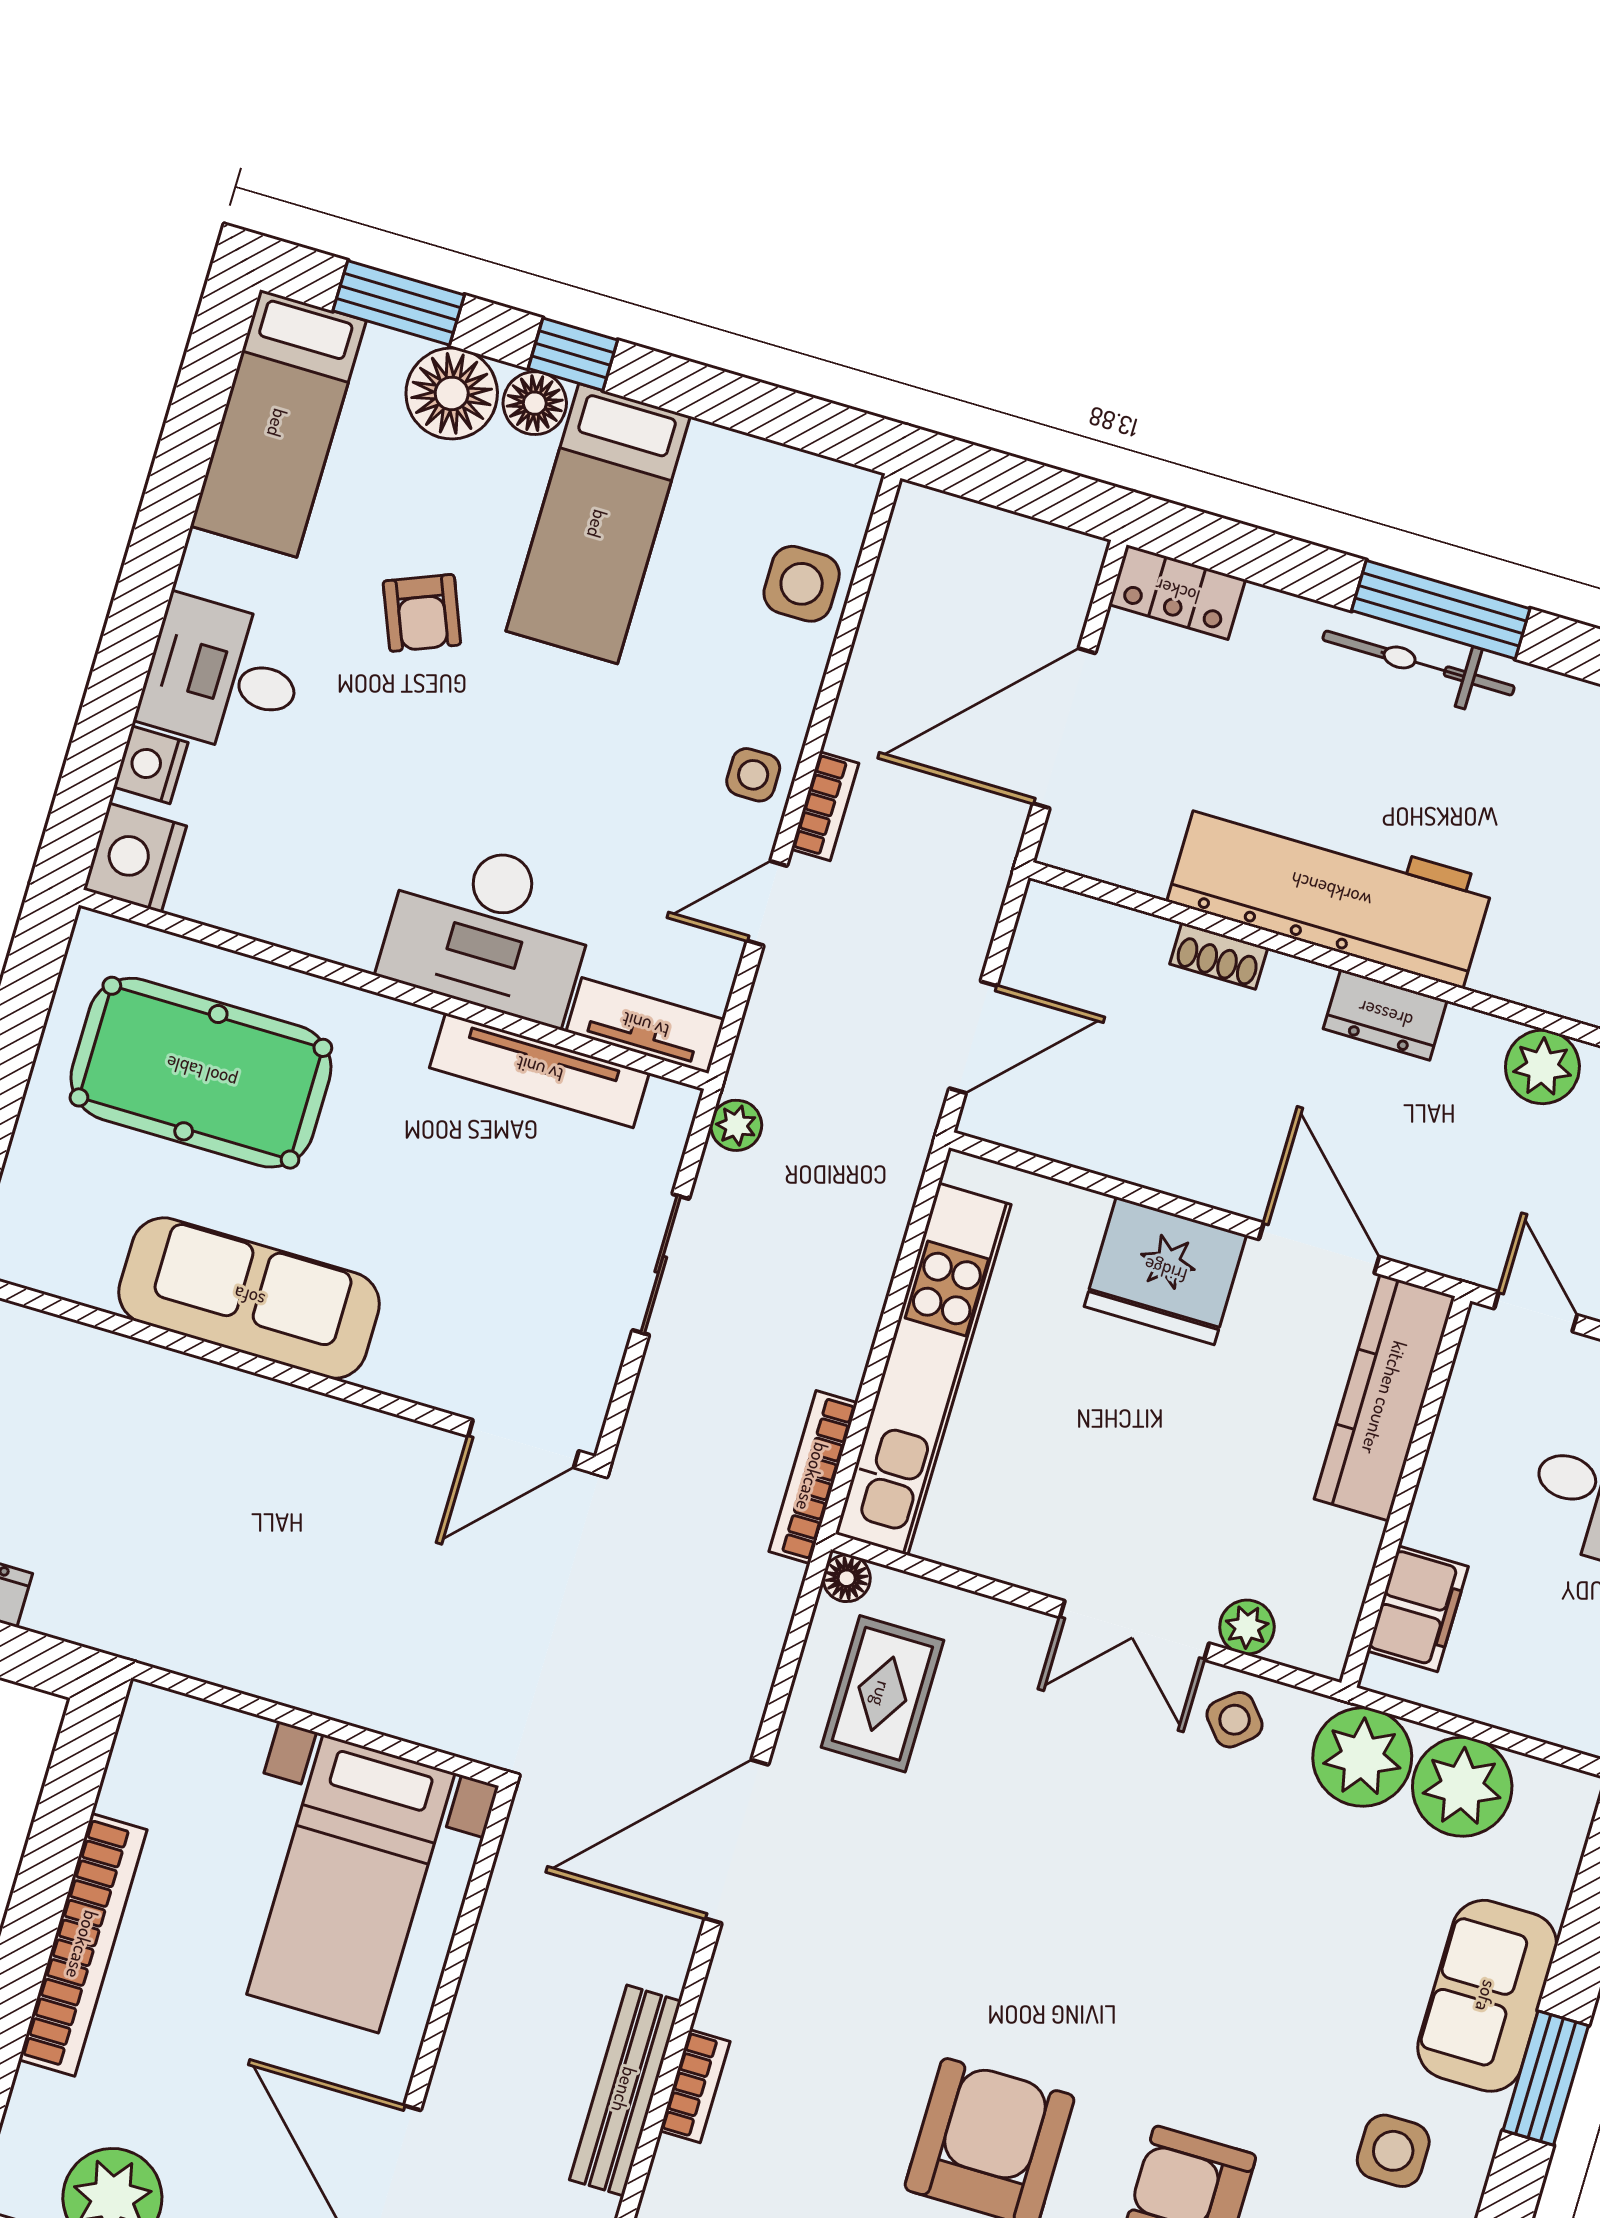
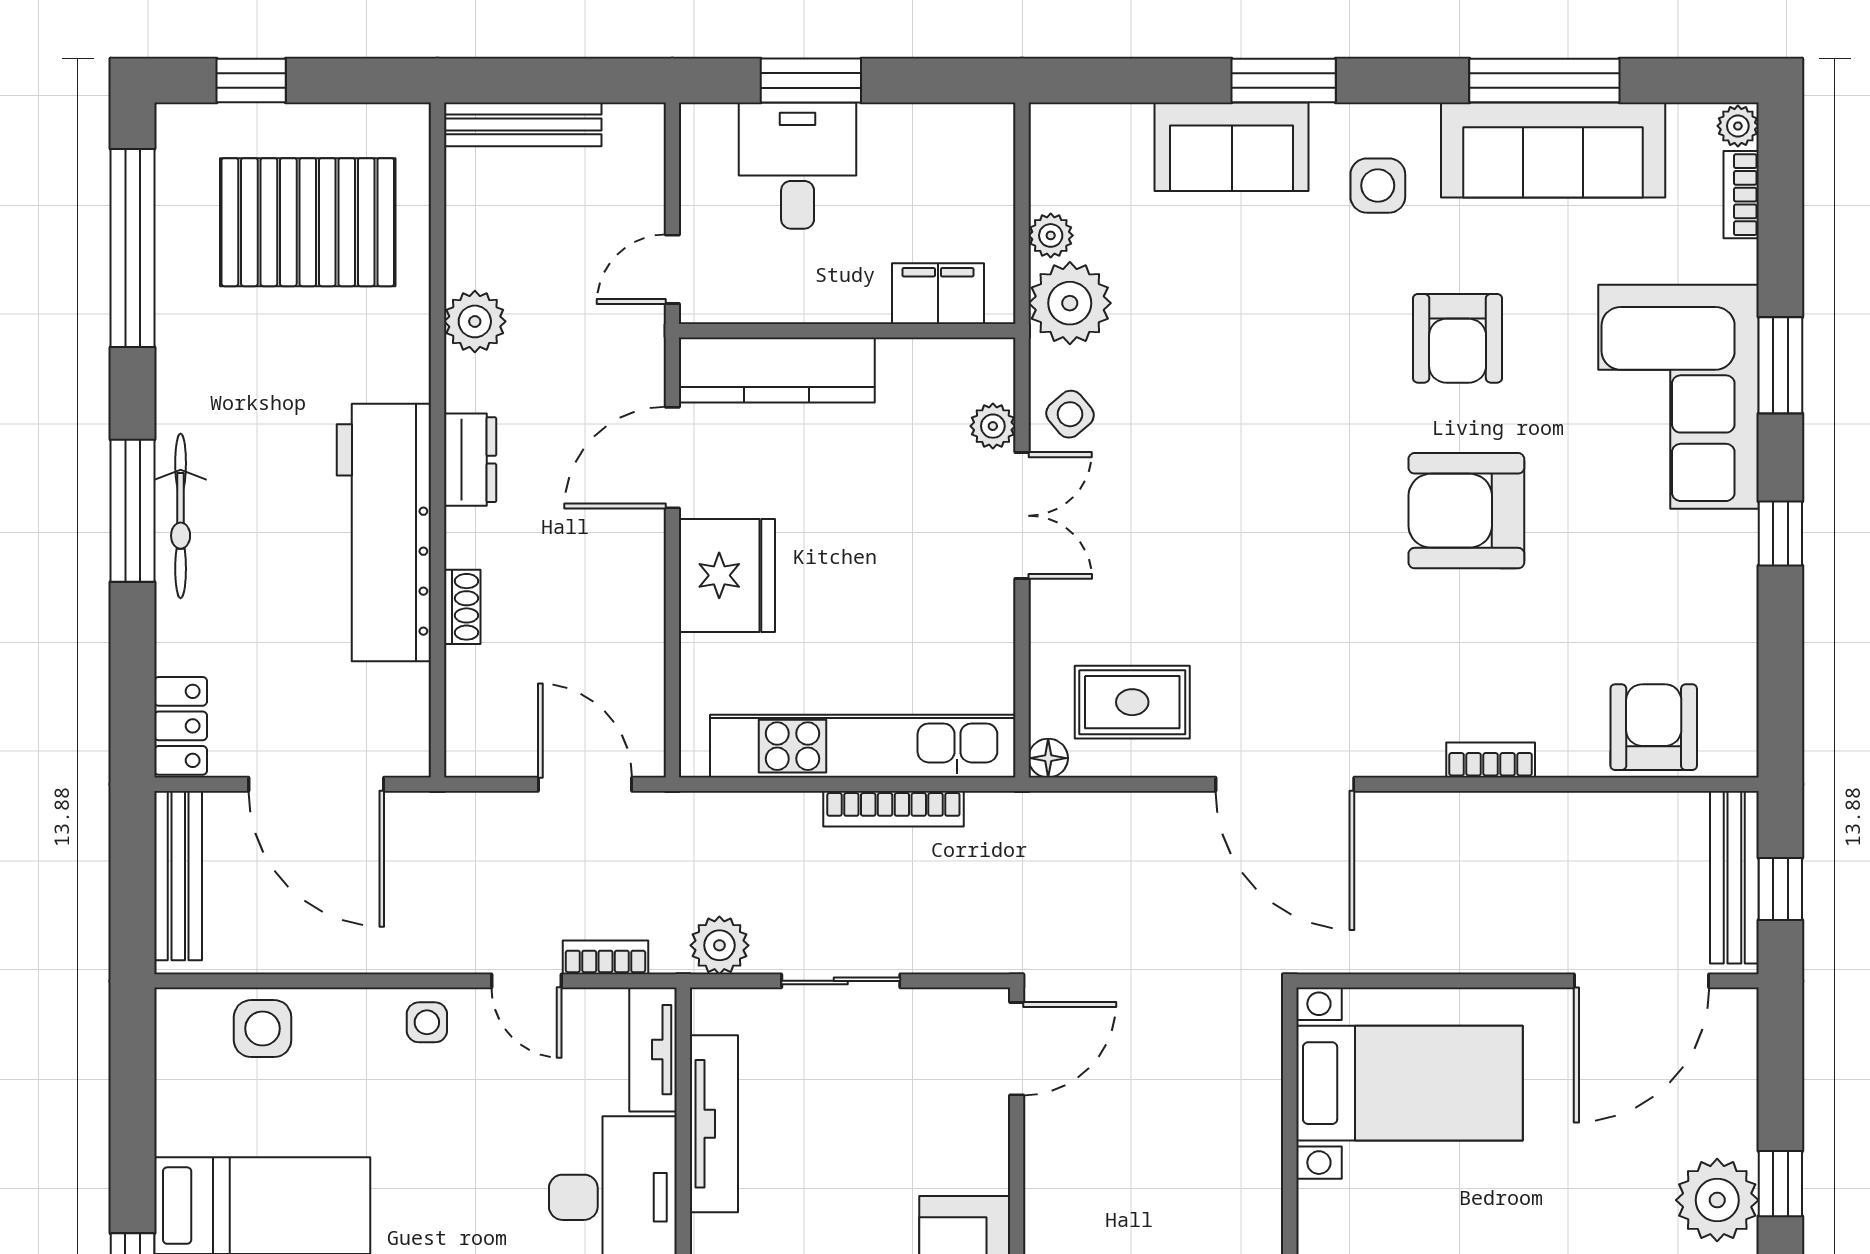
bookcase: (825, 806) -> (606, 957), moved
plant: (736, 1125) -> (719, 945), width x1.38, depth x1.38
door: (523, 1444) -> (1017, 1049), hinge flipped
bookcase: (813, 1477) -> (893, 809), moved
plant: (1462, 1787) -> (1051, 235), width x0.53, depth x0.53
bench: (625, 2090) -> (178, 876), moved, turned 90

